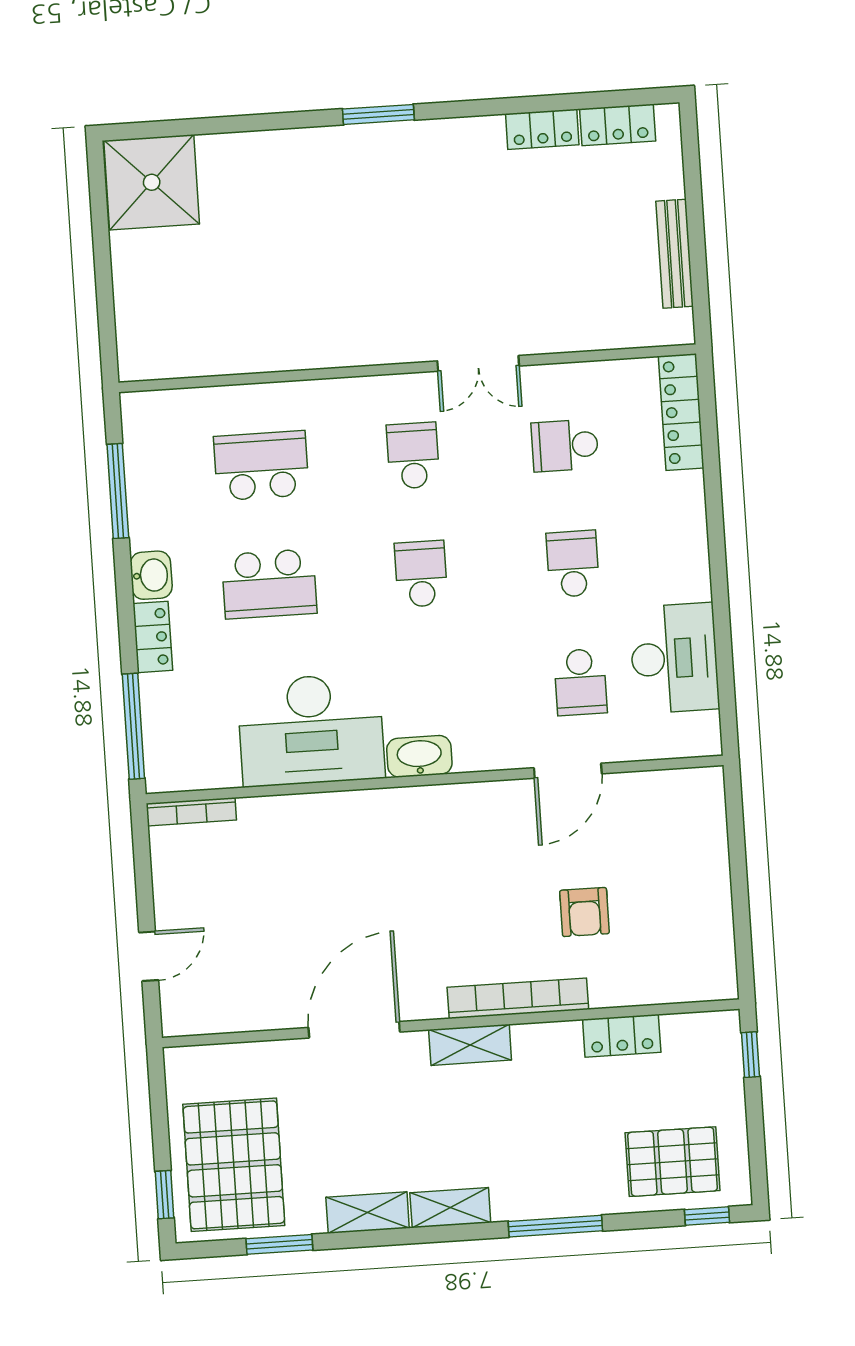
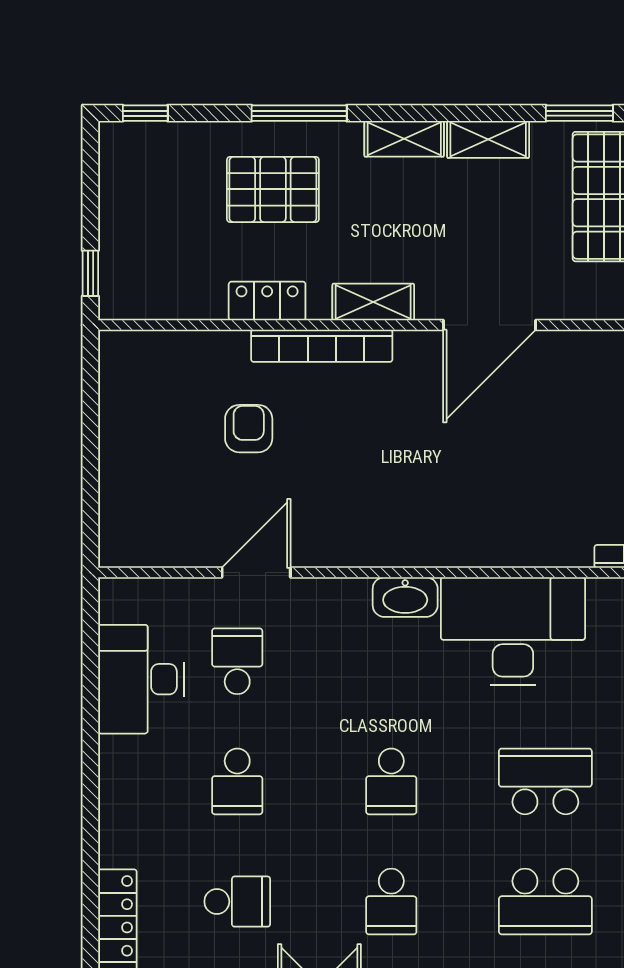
locker: (622, 1036) -> (267, 301), moved
pallet: (672, 1162) -> (273, 189), moved

